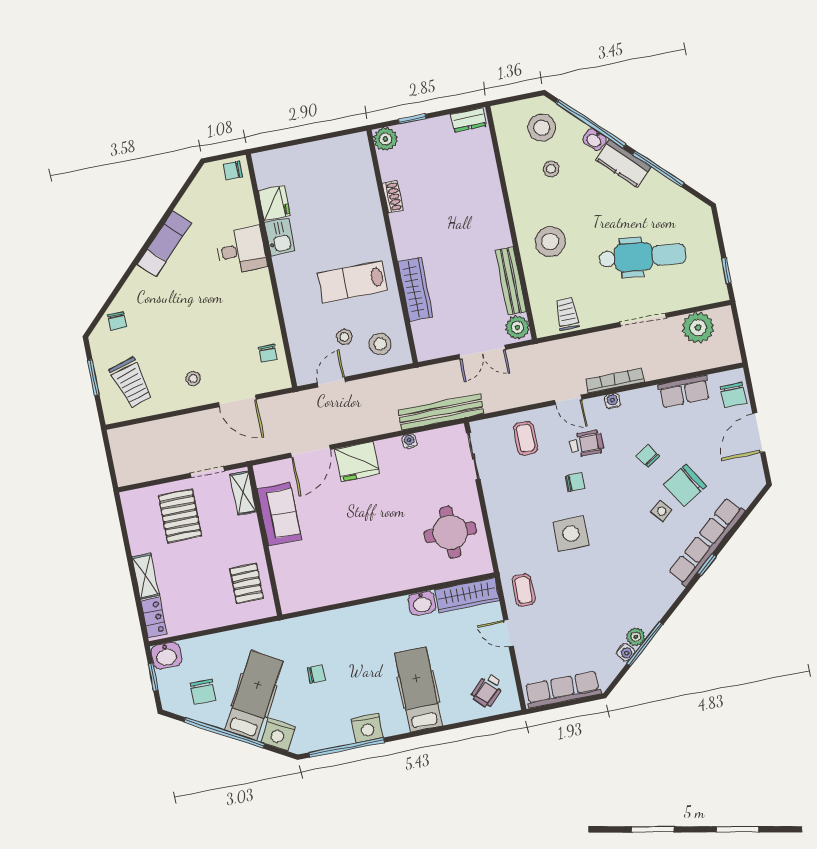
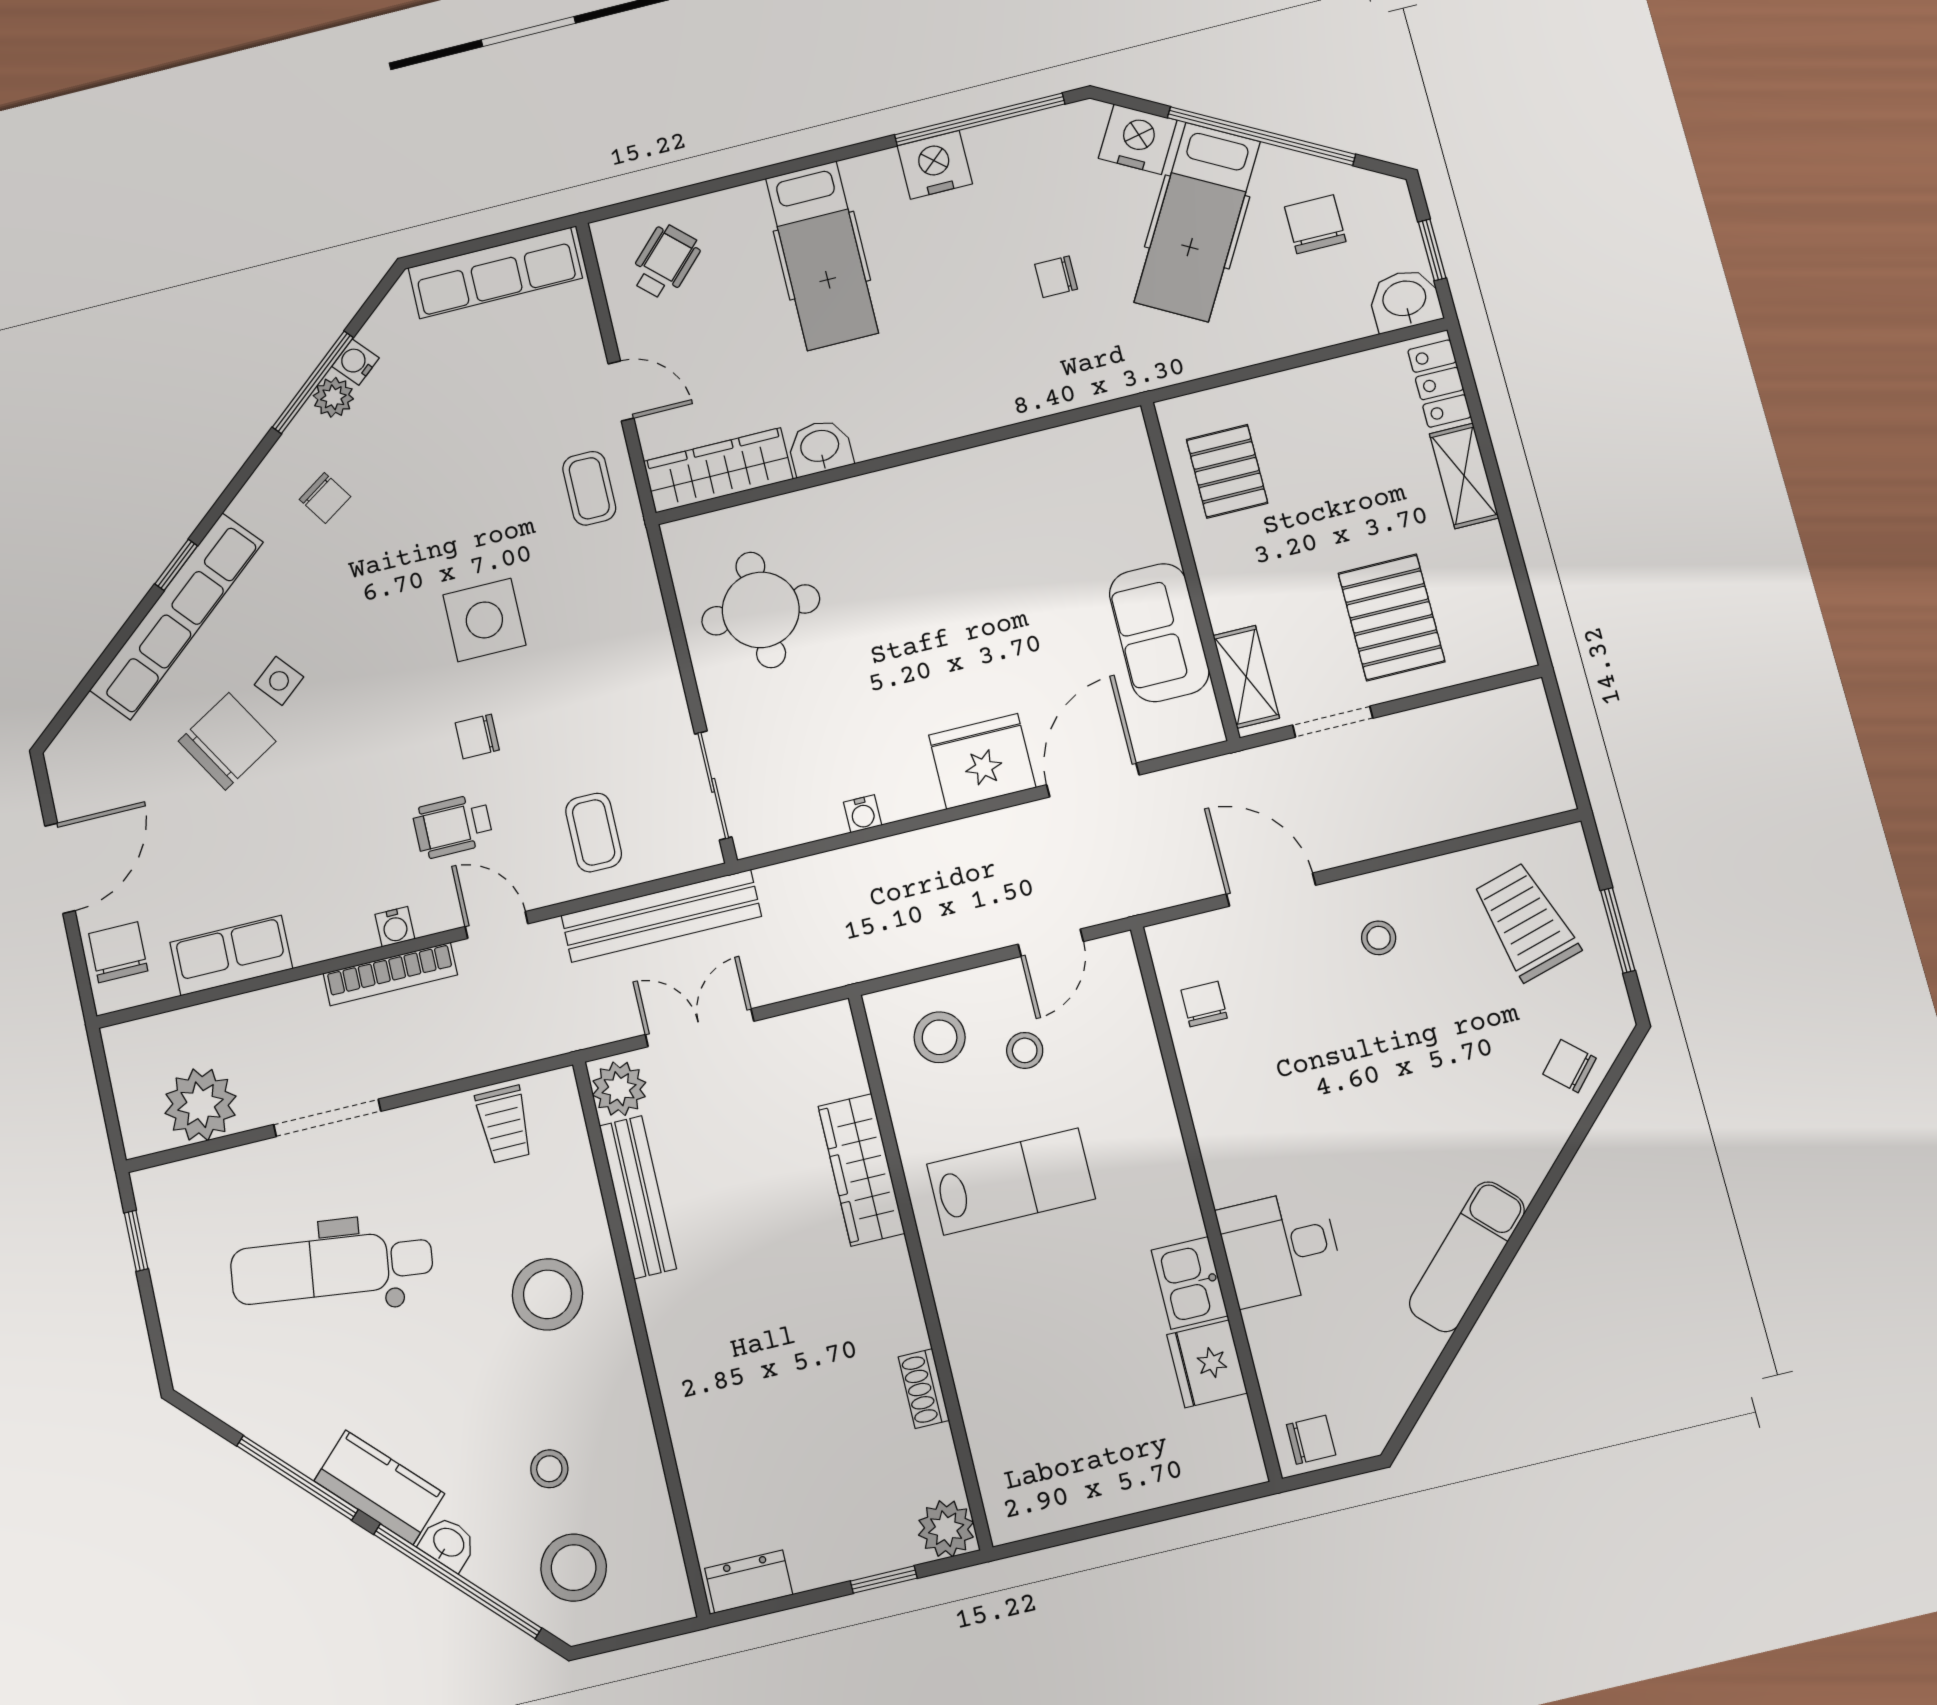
chair: (117, 321) -> (1570, 1066), turned -48
bench: (441, 412) -> (661, 916), moved
chair: (648, 456) -> (325, 498), moved

